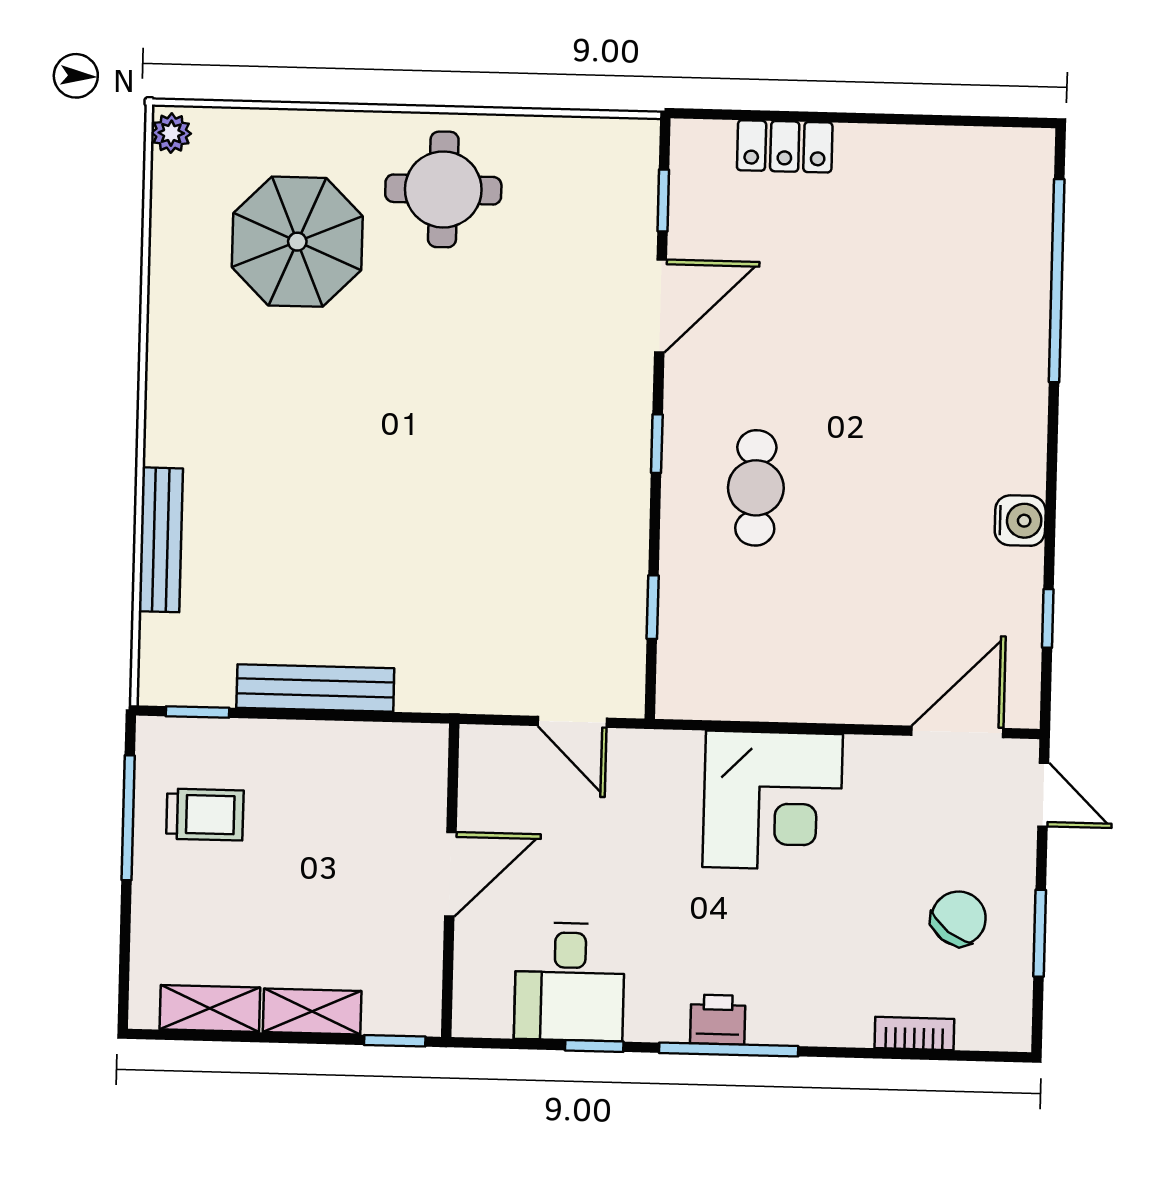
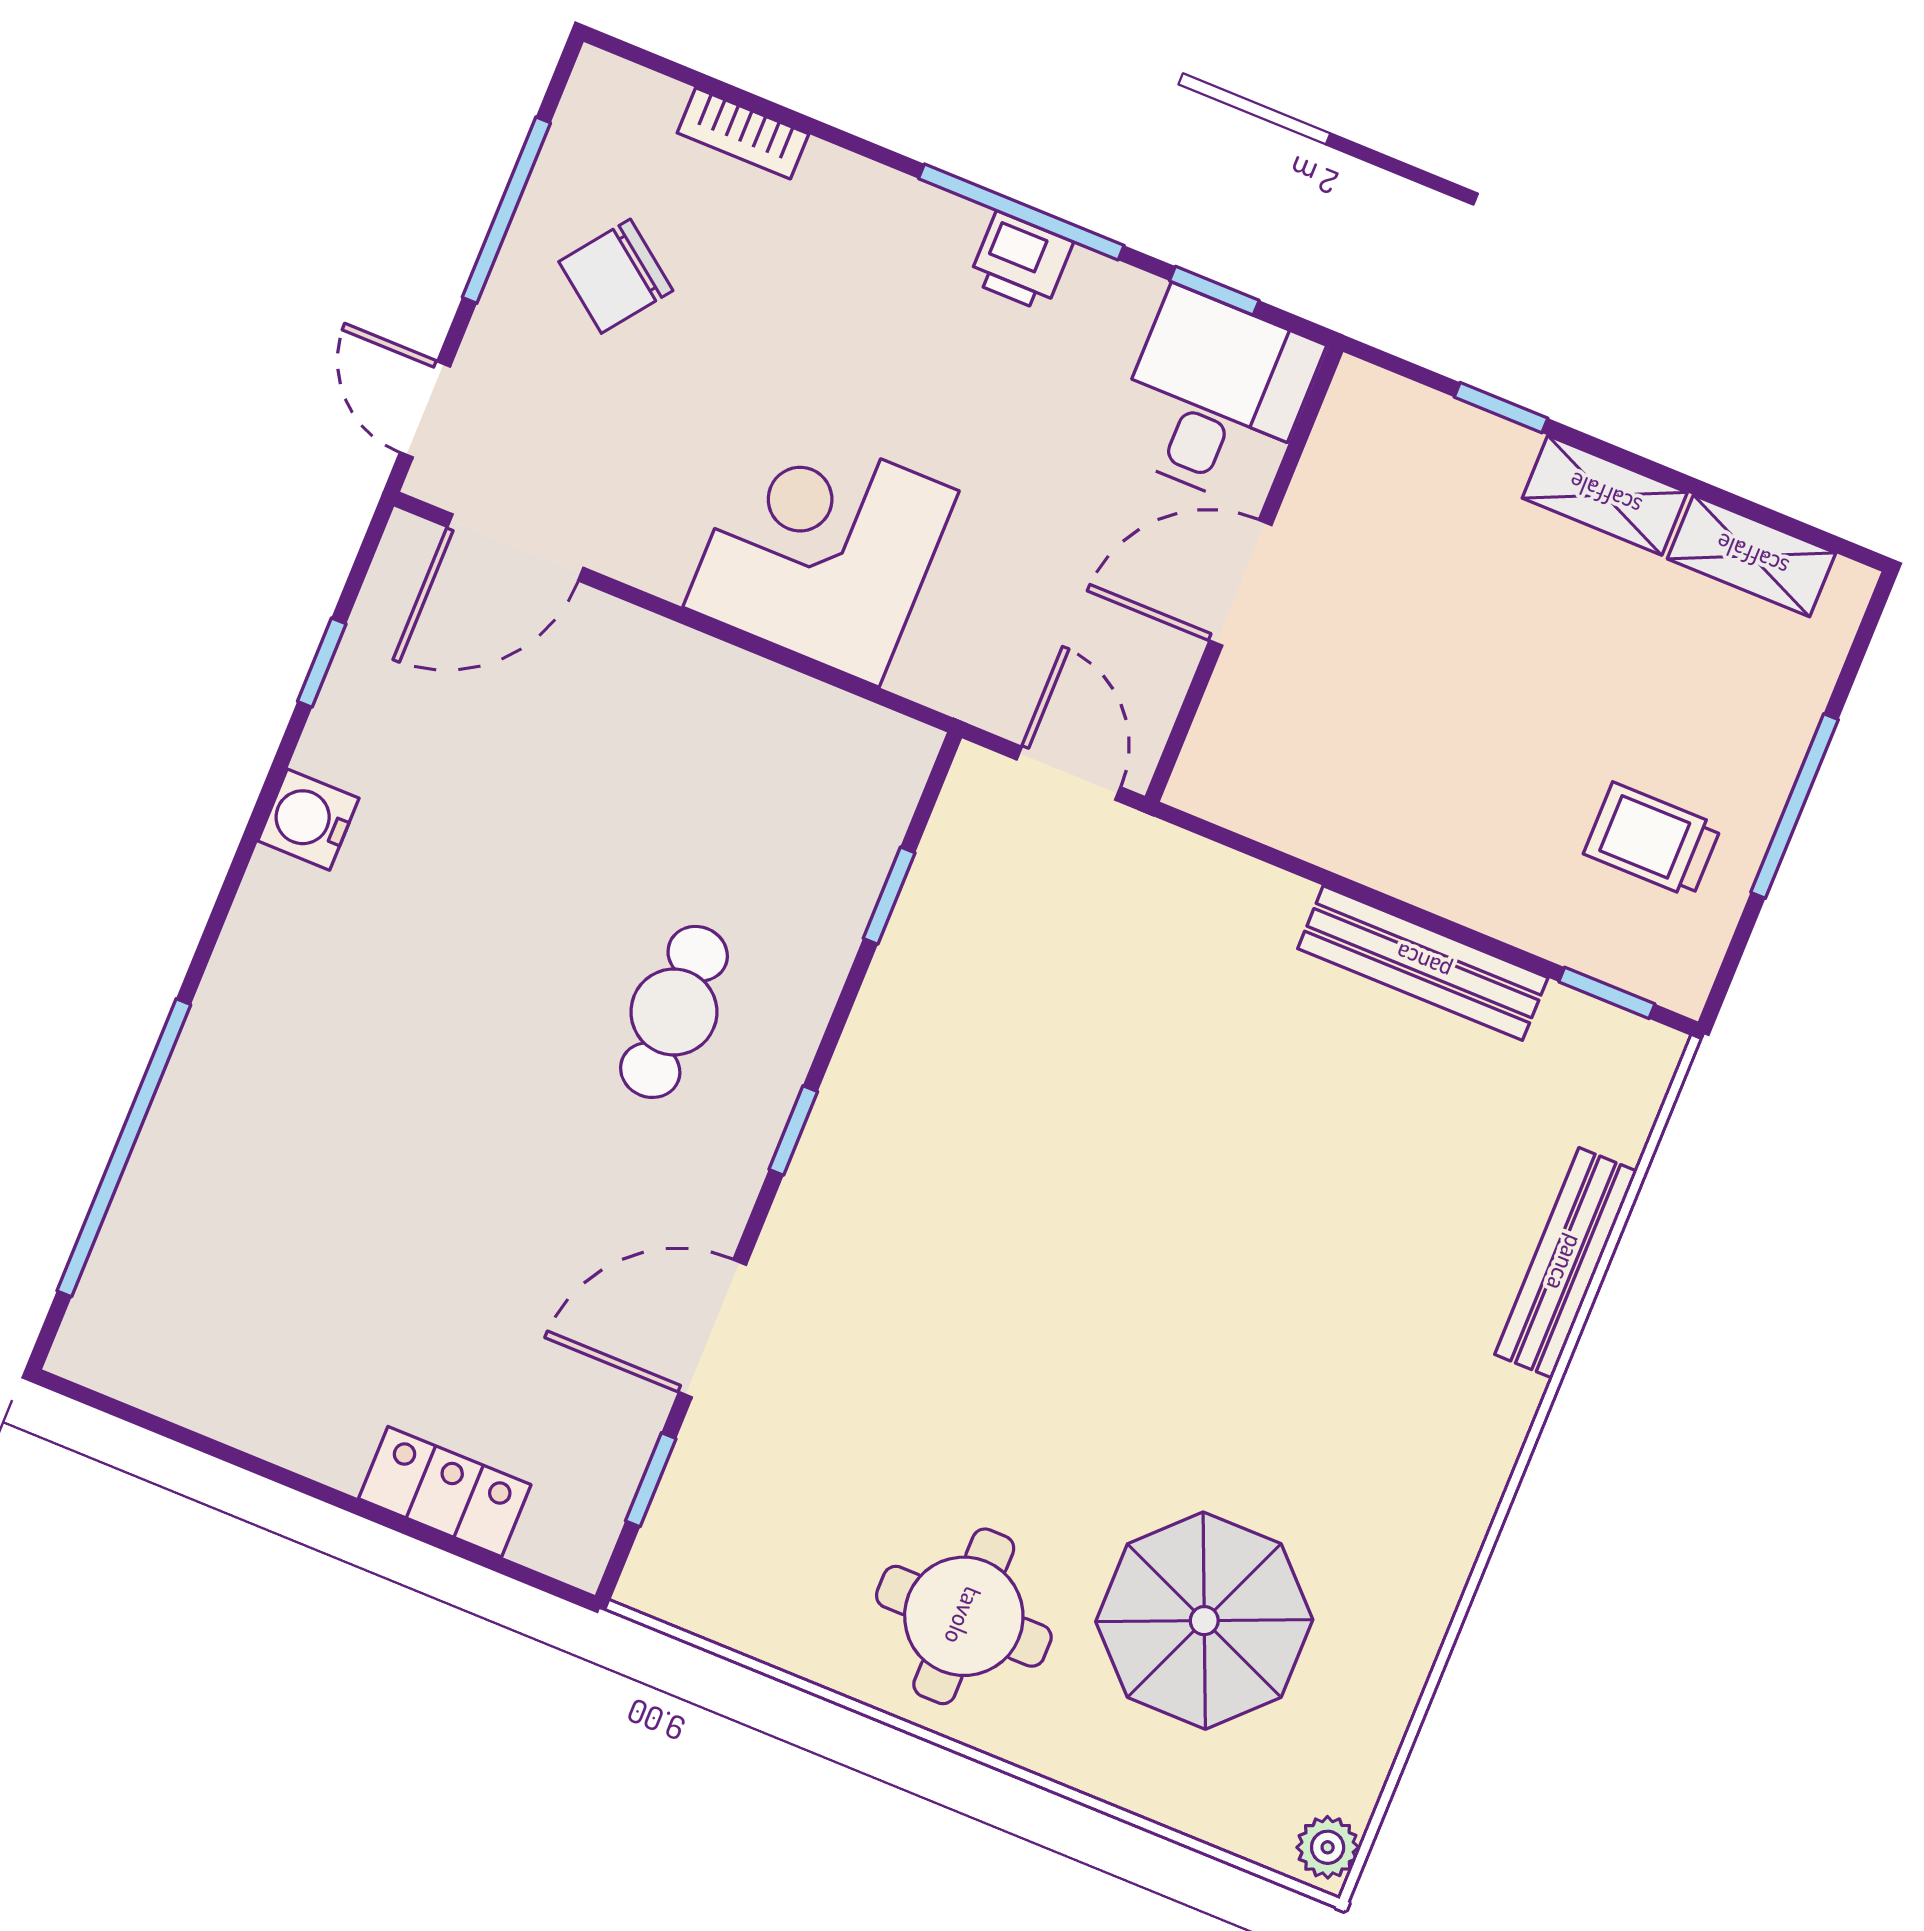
window: (128, 818) -> (1795, 806), moved
door: (450, 874) -> (1240, 583), moved
wall: (450, 880) -> (1244, 574), moved
window: (1040, 933) -> (506, 210), width x1.44

